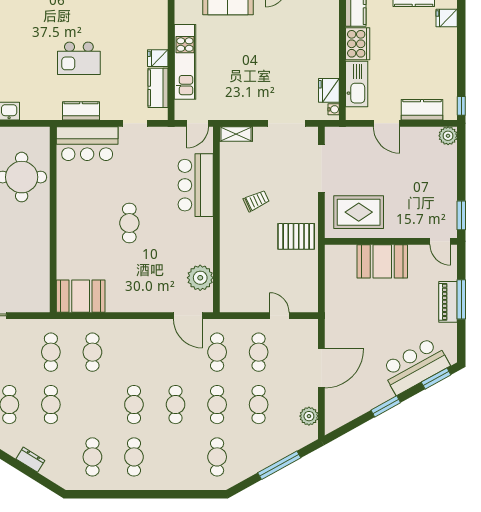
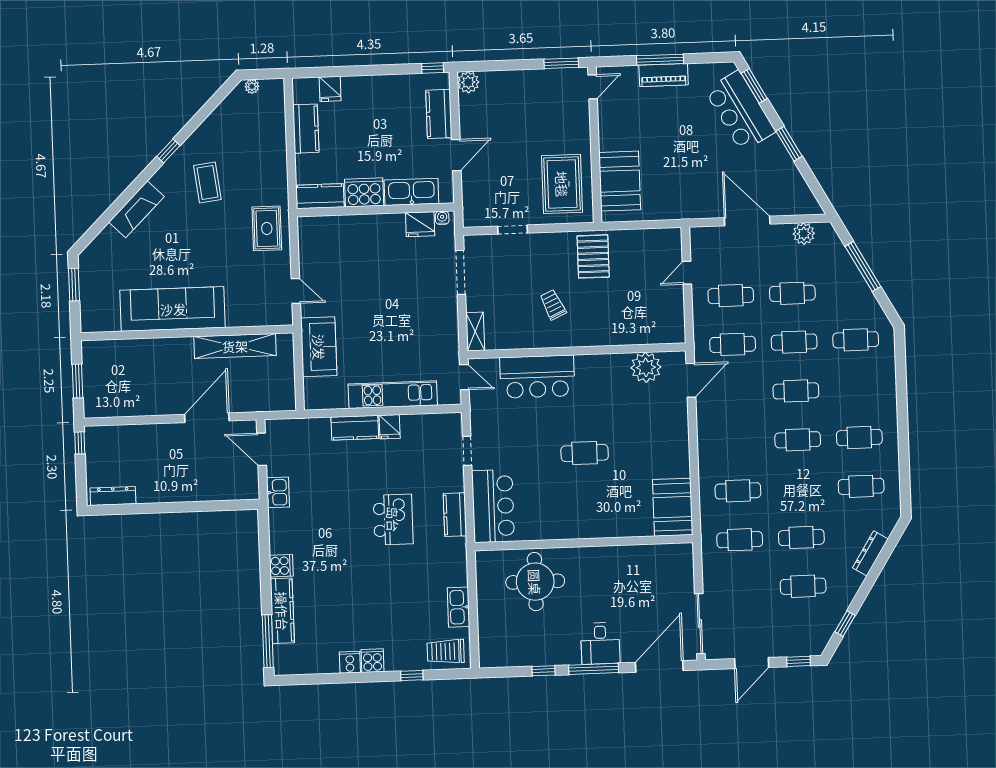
kitchen counter: (158, 88) -> (355, 428), moved
doorway: (321, 169) -> (513, 230), width x0.53
booth: (382, 261) -> (620, 181), moved
dresser: (30, 460) -> (870, 553), width x1.44

